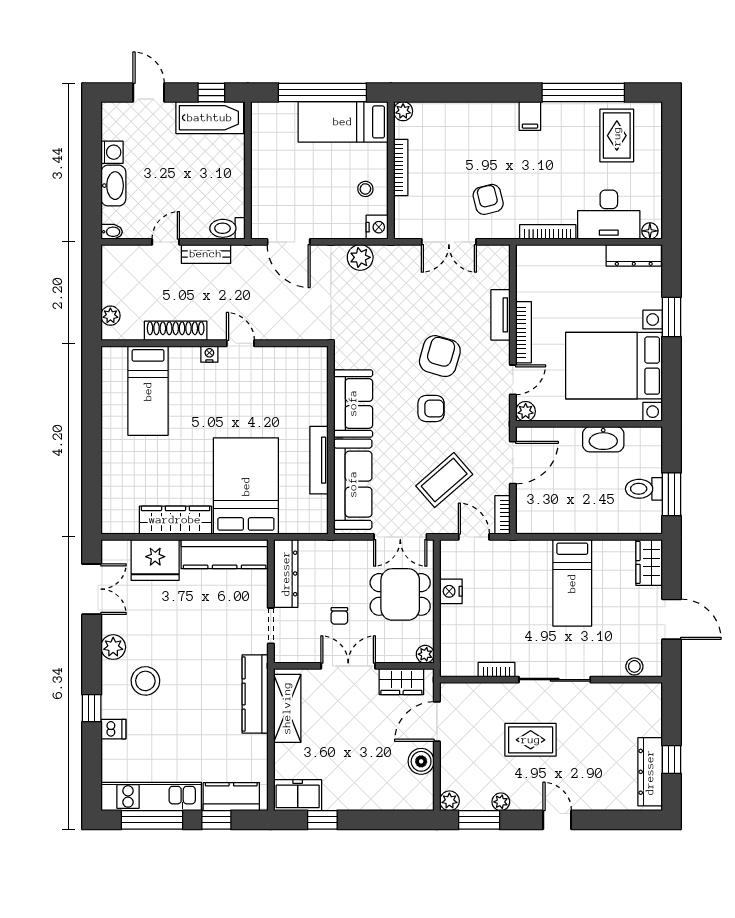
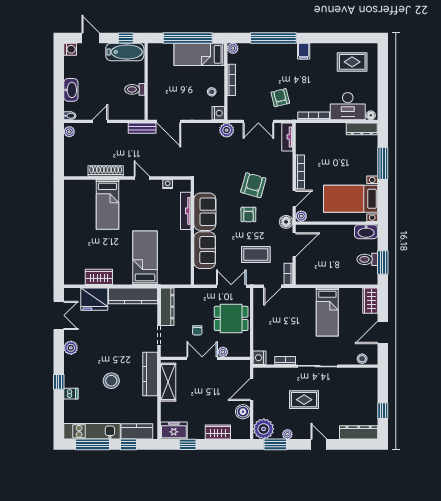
window: (583, 92) -> (273, 38), moved
rug: (617, 136) -> (352, 62), turned 90
washing machine: (112, 152) -> (70, 49), moved
toilet: (227, 228) -> (135, 89), moved
bench: (206, 254) -> (142, 128), moved
plant: (360, 257) -> (227, 130), moved
tv unit: (501, 315) -> (287, 137), moved
plant: (110, 316) -> (69, 132), moved
window: (671, 317) -> (383, 163), width x1.44
nightstand: (209, 354) -> (168, 184), moved
bed with nightstands: (614, 366) -> (351, 199), width x0.73
bed: (148, 391) -> (108, 205), moved
armchair: (431, 409) -> (248, 215), turned 90
floor lamp: (498, 422) -> (286, 222), added
washbasin: (603, 439) -> (366, 232), moved
tv unit: (319, 460) -> (186, 211), moved
coffee table: (444, 480) -> (256, 254), turned 41
sofa: (353, 484) -> (205, 250), width x0.73
bed: (246, 486) -> (145, 258), width x0.67
wardrobe: (175, 520) -> (99, 277), width x0.67
double door: (400, 537) -> (231, 286), swing flipped
door: (474, 537) -> (272, 286), swing flipped
nightstand: (451, 591) -> (260, 358), moved
door: (671, 619) -> (383, 332), swing flipped
plant: (425, 654) -> (223, 352), moved
stool: (145, 681) -> (111, 381), moved
wardrobe: (401, 682) -> (218, 432), moved, turned 180
dresser: (650, 772) -> (359, 432), moved, turned 90
plant: (449, 801) -> (264, 429), width x1.87, depth x1.87

